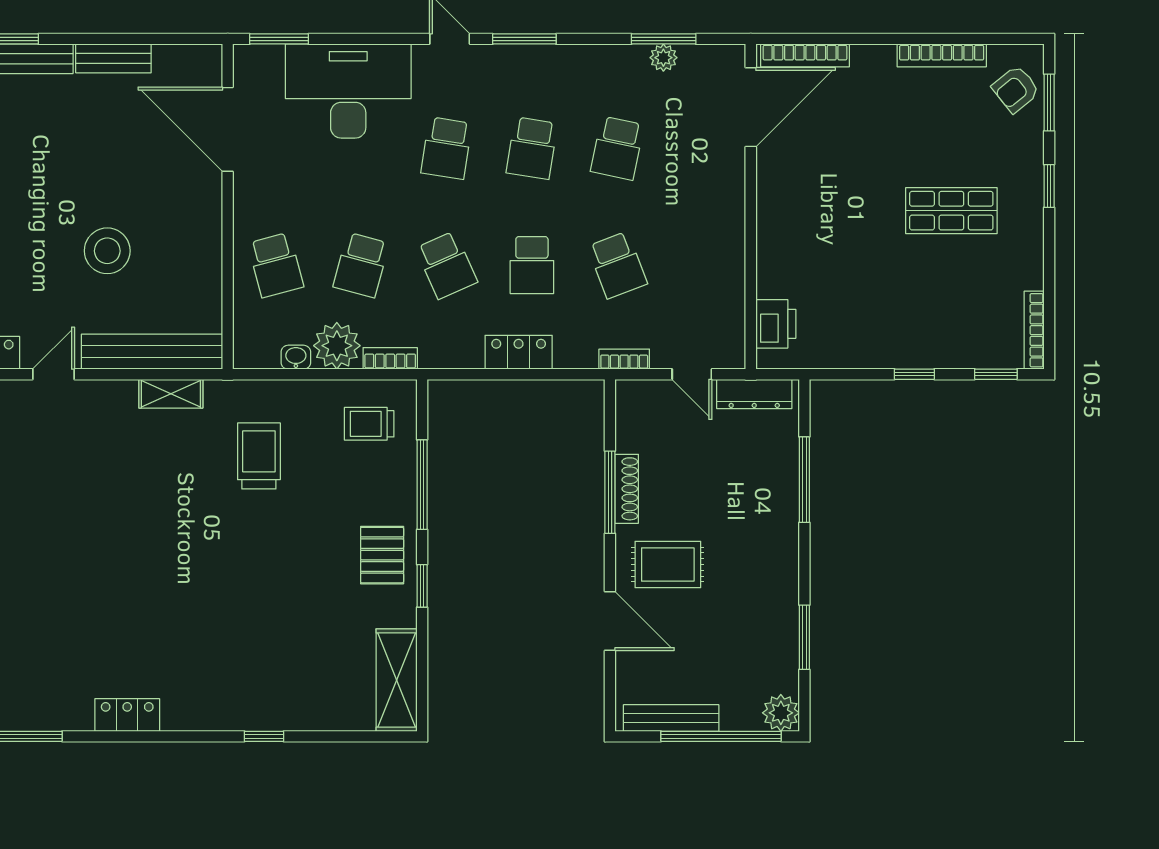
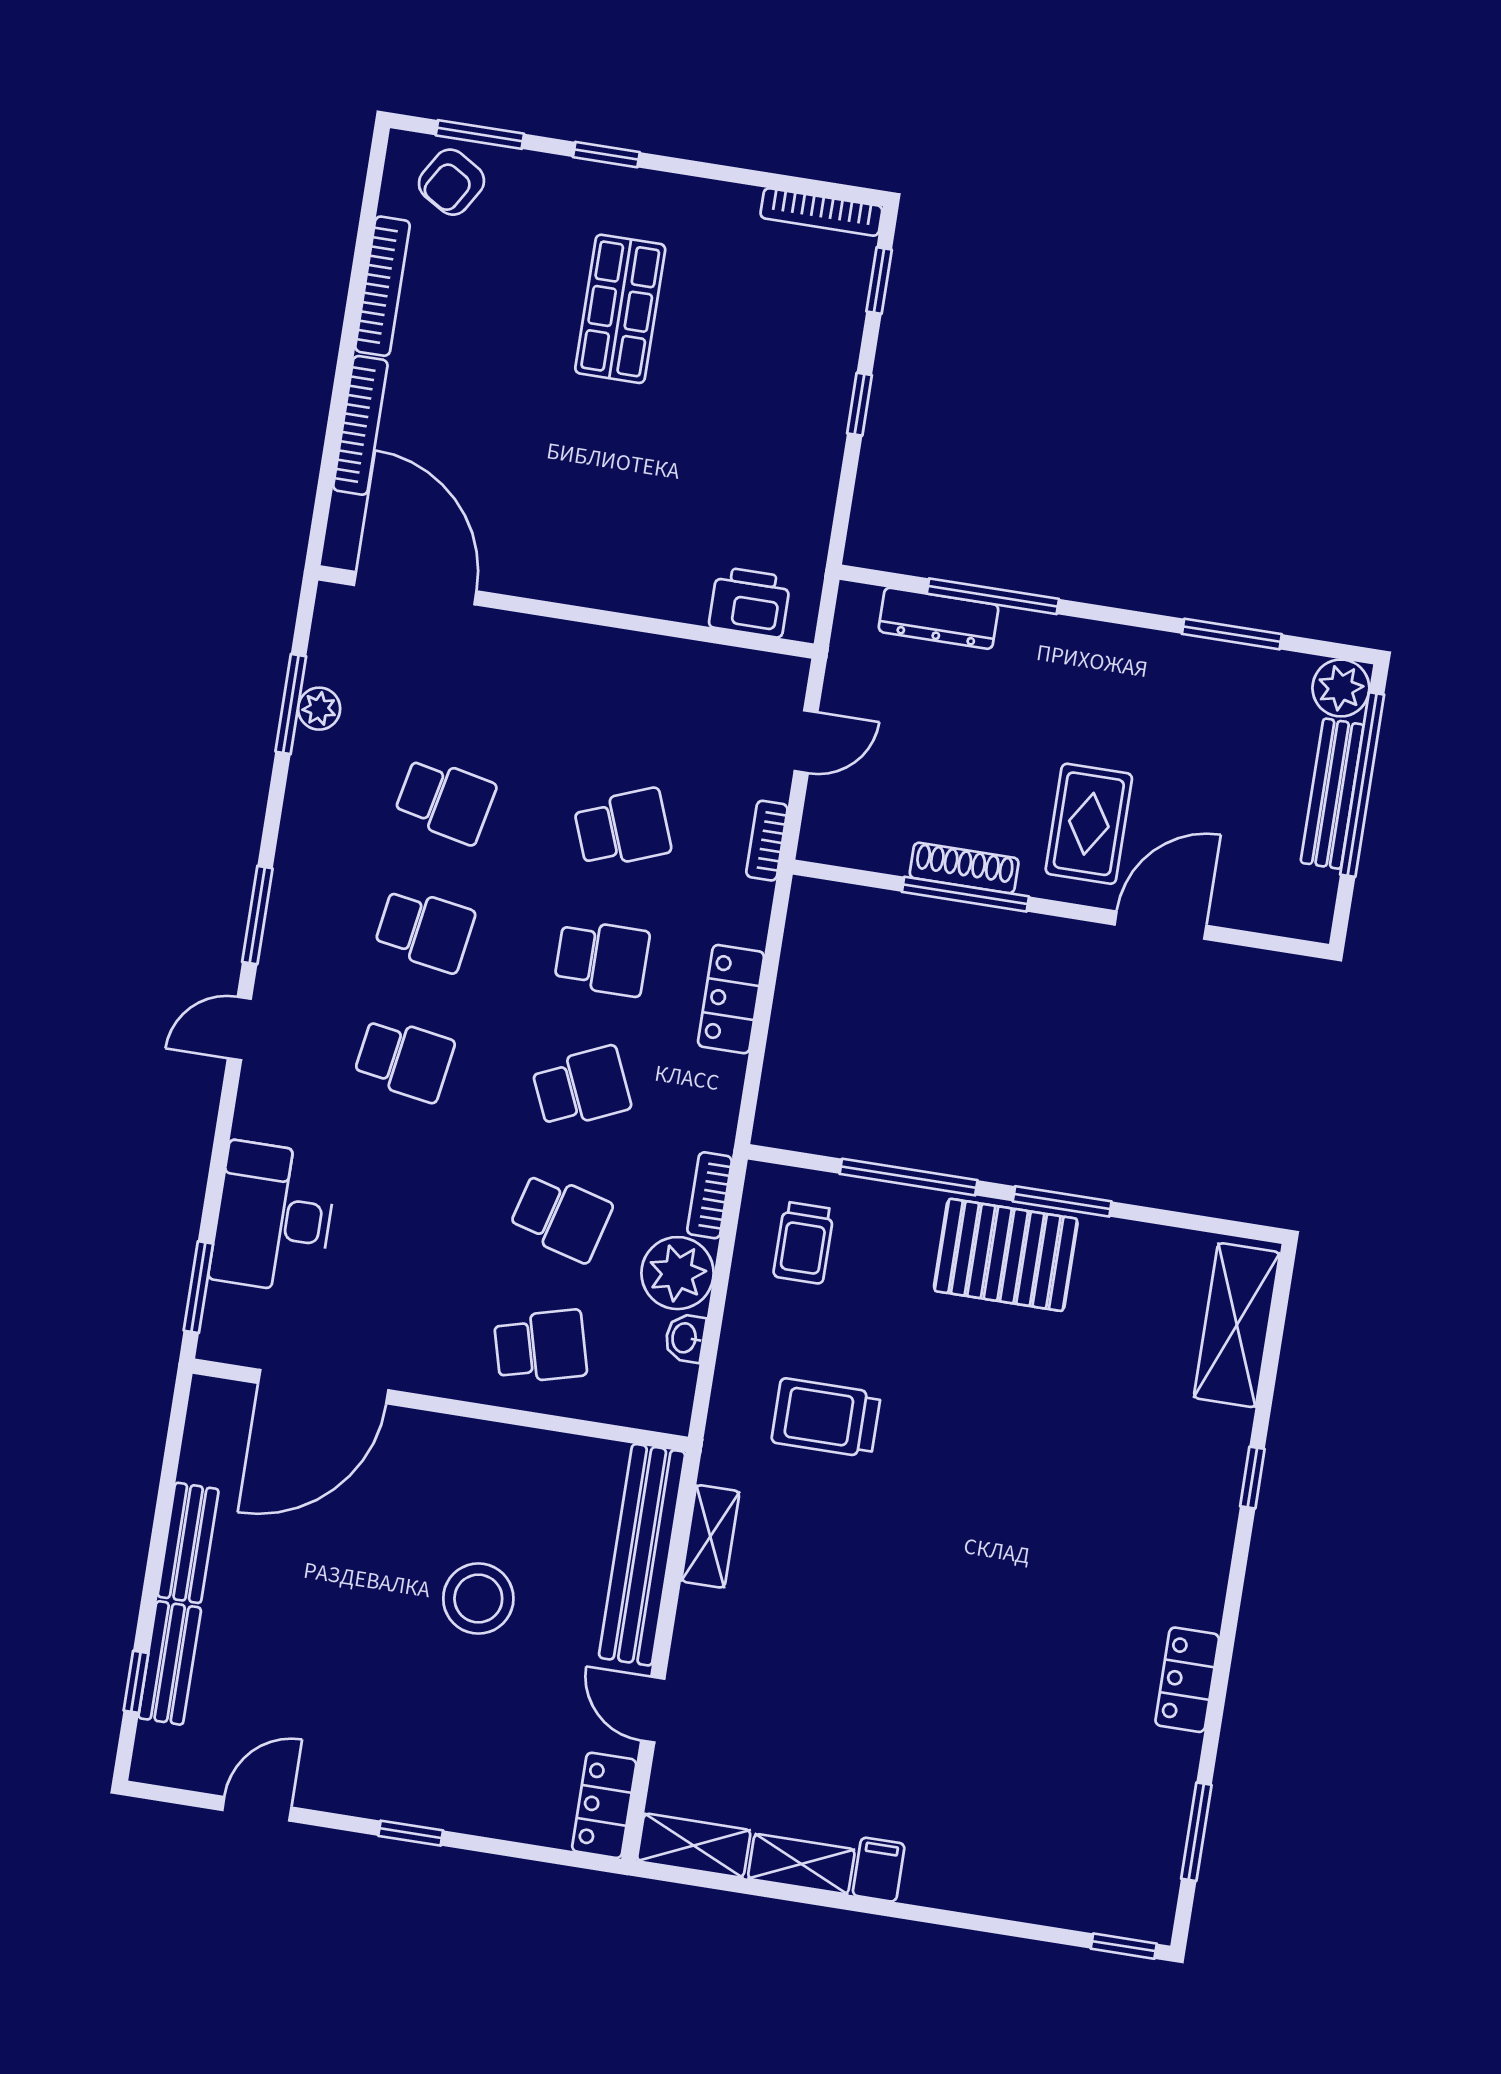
bookcase: (805, 55) -> (360, 425), moved
armchair: (1016, 89) -> (451, 182), turned 70
desk: (348, 91) -> (274, 1218), width x0.73, depth x0.77
dresser: (754, 394) -> (939, 618), moved, turned 90
pallet: (382, 555) -> (1006, 1255), width x1.50, depth x1.42
window: (422, 586) -> (1062, 1201), width x1.50
shelving: (397, 680) -> (1237, 1325), moved, turned 90
bench: (671, 718) -> (1332, 794), moved

